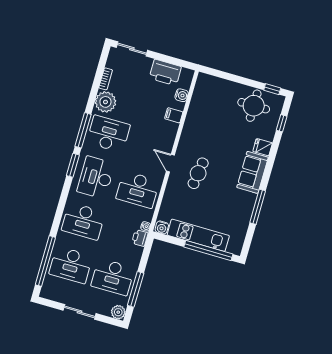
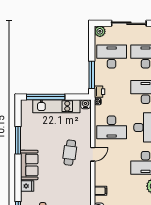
door: (170, 163) -> (93, 154), hinge flipped
desk: (138, 190) -> (112, 127), turned 180
window: (136, 289) -> (92, 75), moved
sliding door: (80, 312) -> (129, 23), width x1.37

